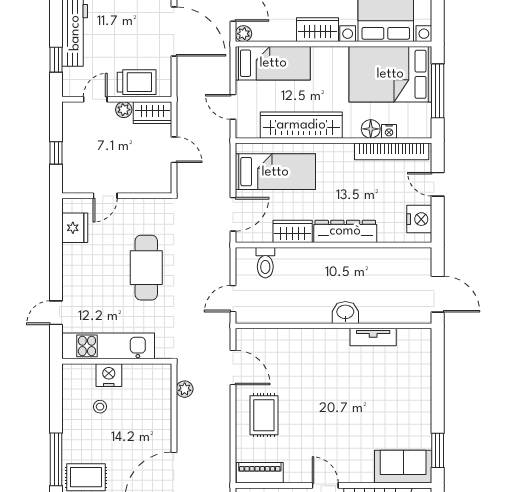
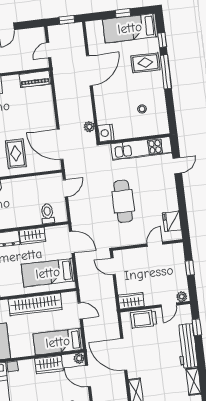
wardrobe: (318, 30) -> (49, 365), moved
plant: (124, 110) -> (182, 297), moved
door: (174, 150) -> (113, 266), moved
door: (233, 214) -> (72, 242), swing flipped
door: (233, 367) -> (60, 144), width x1.36
nightstand: (109, 375) -> (106, 133), moved, turned 90
rug: (264, 415) -> (16, 154), moved

